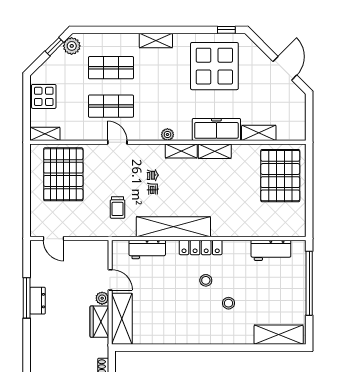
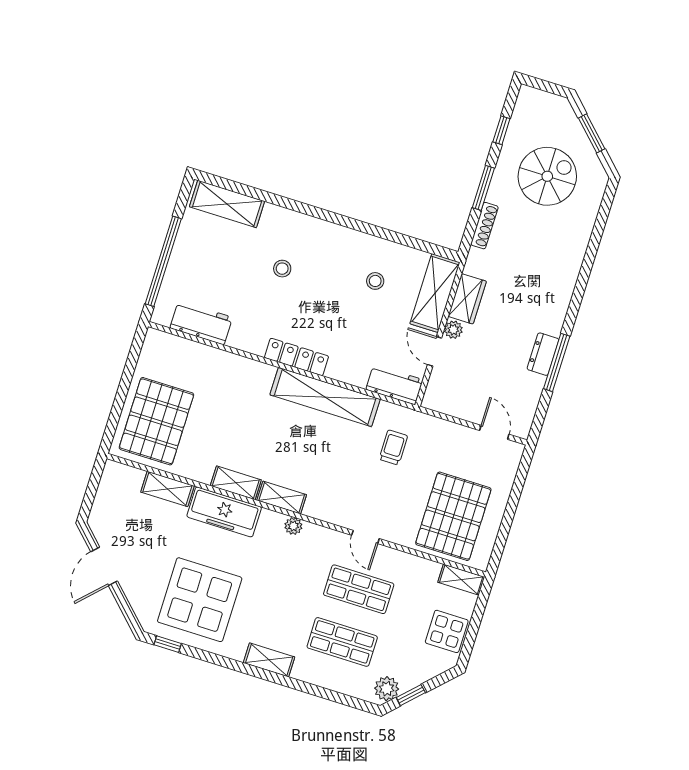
workbench: (147, 249) -> (394, 385), moved
stool: (206, 280) -> (375, 281), moved

